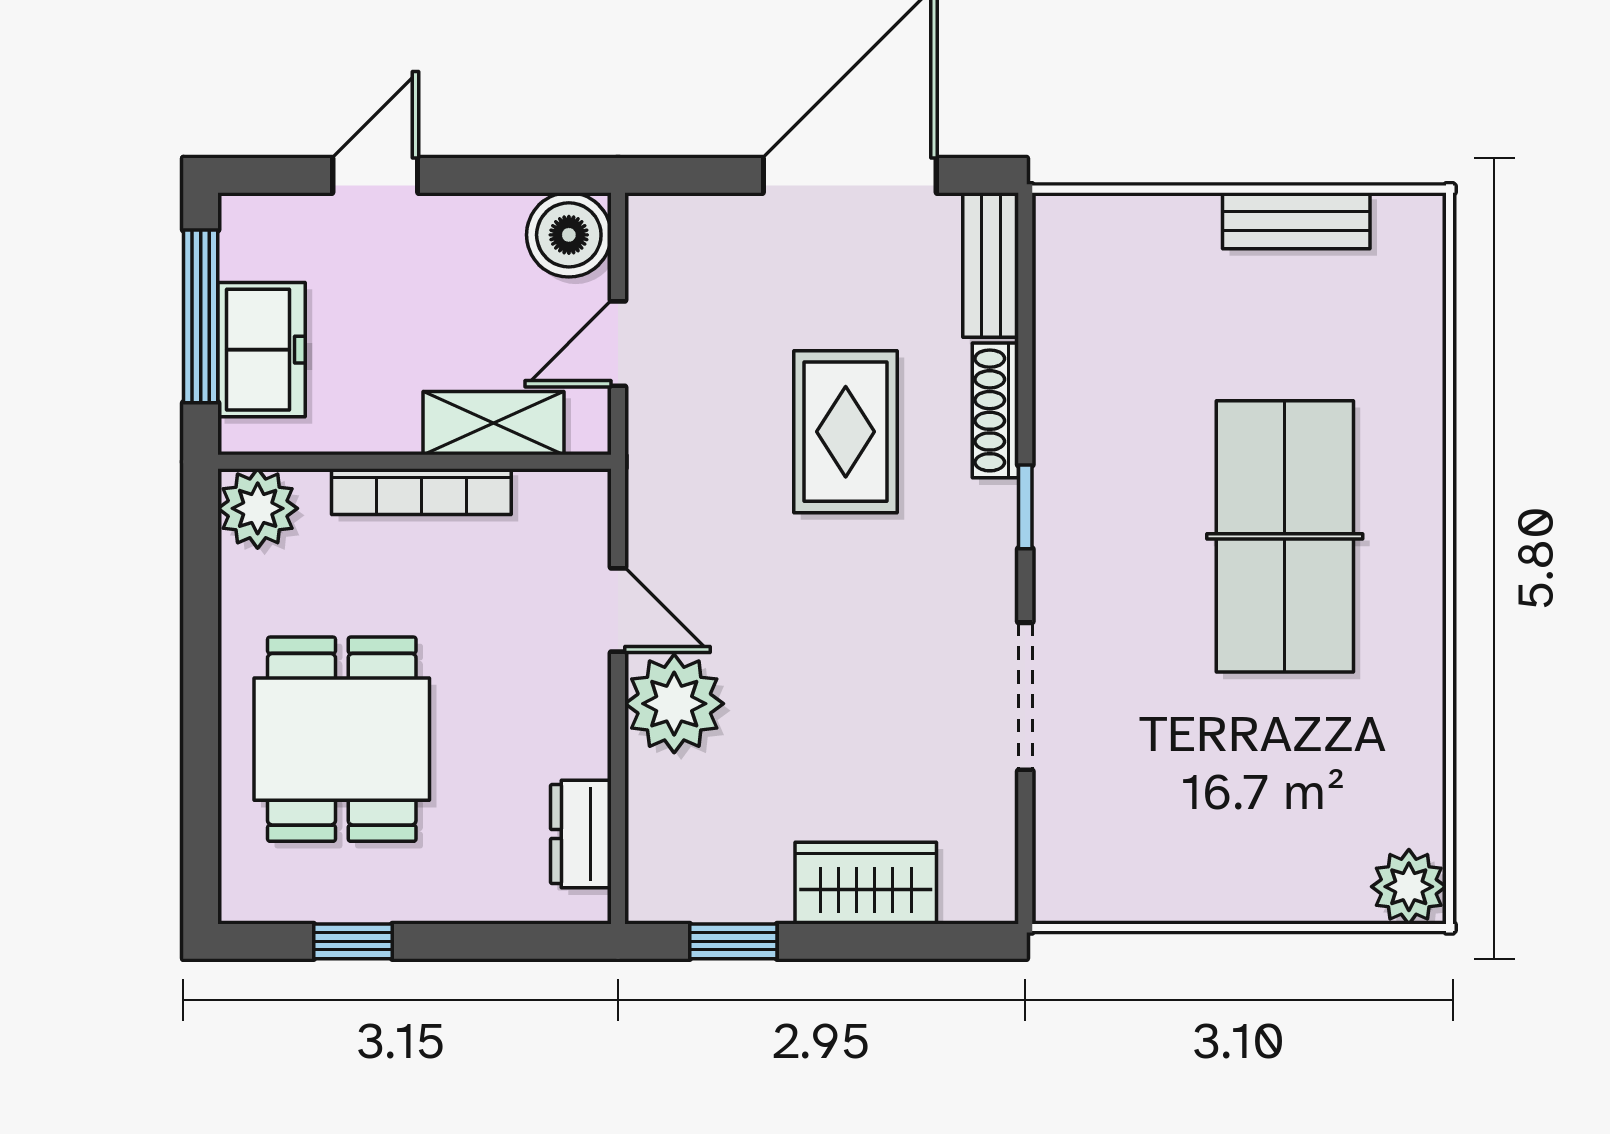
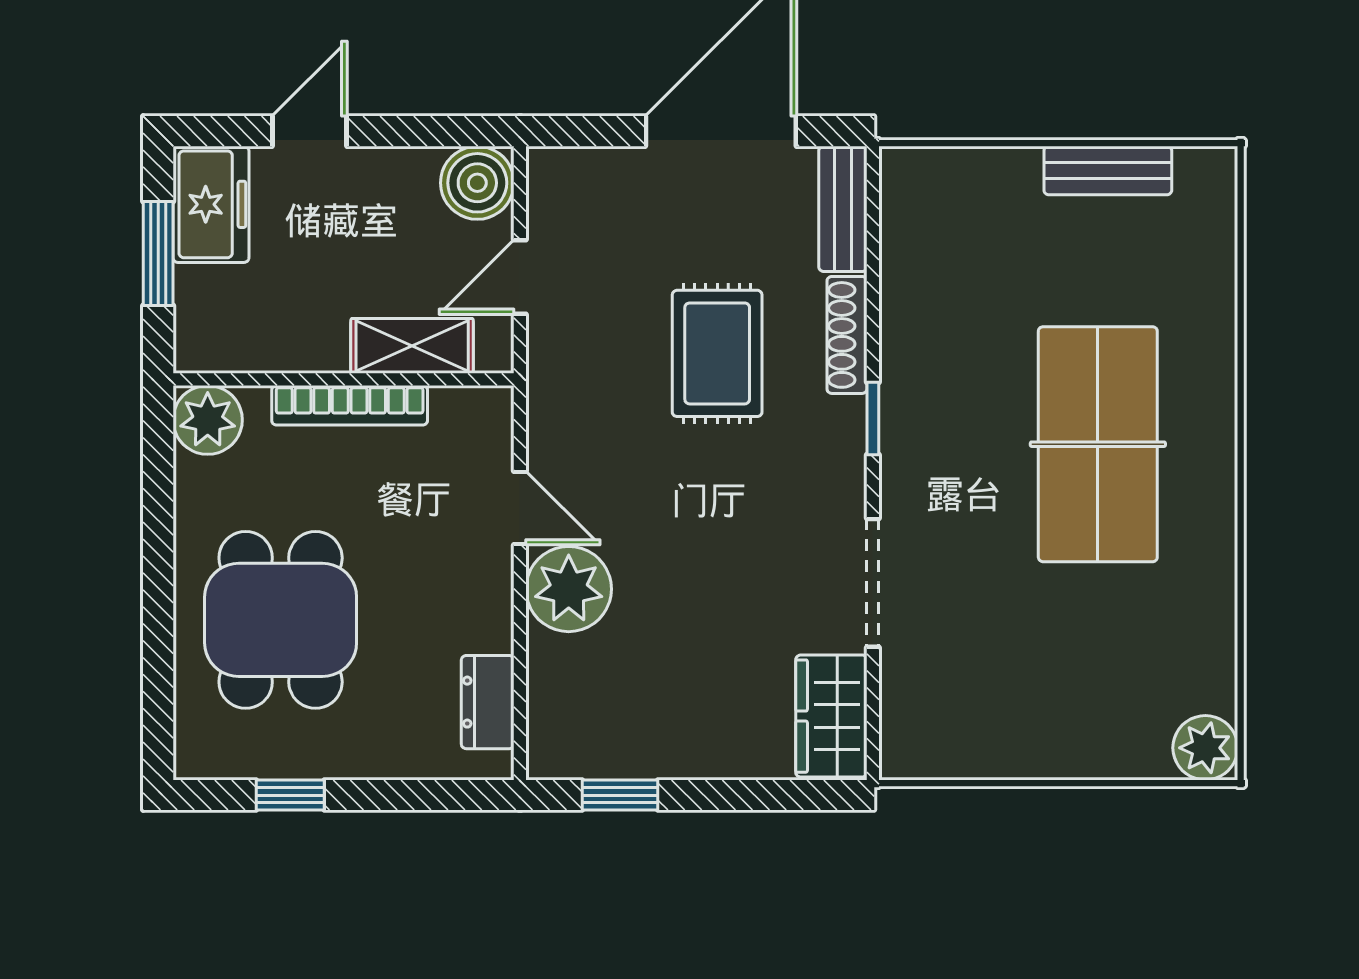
window: (201, 316) -> (158, 253), width x0.69
freezer: (261, 350) -> (211, 204), moved
wardrobe: (866, 883) -> (831, 716), moved, turned -90

